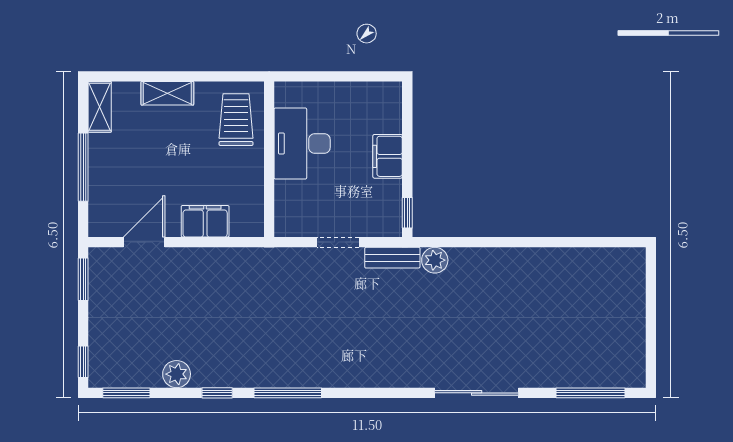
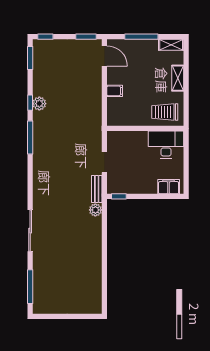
trolley: (236, 120) -> (165, 112), turned 180
desk: (302, 144) -> (166, 145), moved
filing cabinet: (388, 156) -> (169, 187), moved
filing cabinet: (205, 221) -> (115, 91), width x0.50
door: (144, 242) -> (104, 56), moved
plant: (177, 374) -> (39, 104), moved

